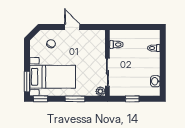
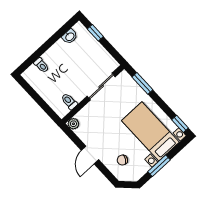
window: (27, 82) -> (159, 166), moved
plant: (100, 91) -> (73, 124), moved
window: (75, 99) -> (142, 83), moved
window: (132, 99) -> (95, 33), moved

